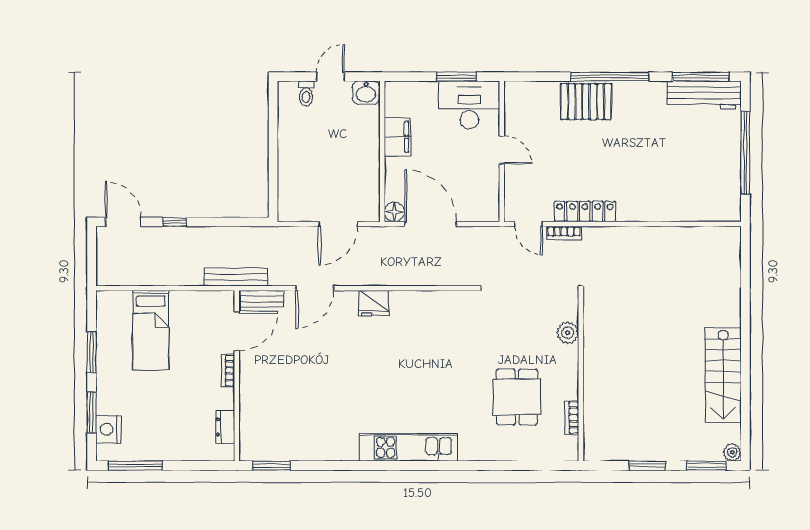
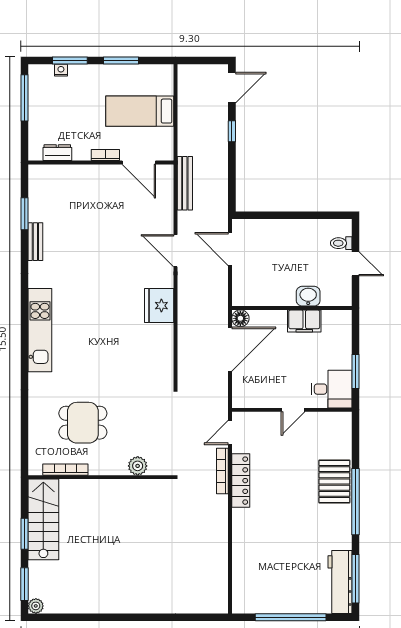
washbasin: (366, 93) -> (308, 296), moved, turned 90
desk: (469, 105) -> (332, 389), width x0.73
door: (338, 224) -> (230, 249), moved
bookcase: (564, 233) -> (222, 471), width x1.56
bench: (261, 299) -> (35, 242), moved
fridge: (374, 303) -> (159, 306), width x1.36, depth x1.34
door: (237, 331) -> (139, 162), moved
bookcase: (228, 371) -> (105, 155), moved
stairs: (723, 375) -> (43, 519), moved, turned 90
wall: (237, 376) -> (101, 162), moved
bookcase: (572, 418) -> (65, 470), width x1.56
dresser: (225, 427) -> (57, 153), moved
nightstand: (108, 429) -> (61, 70), width x0.53, depth x0.56

